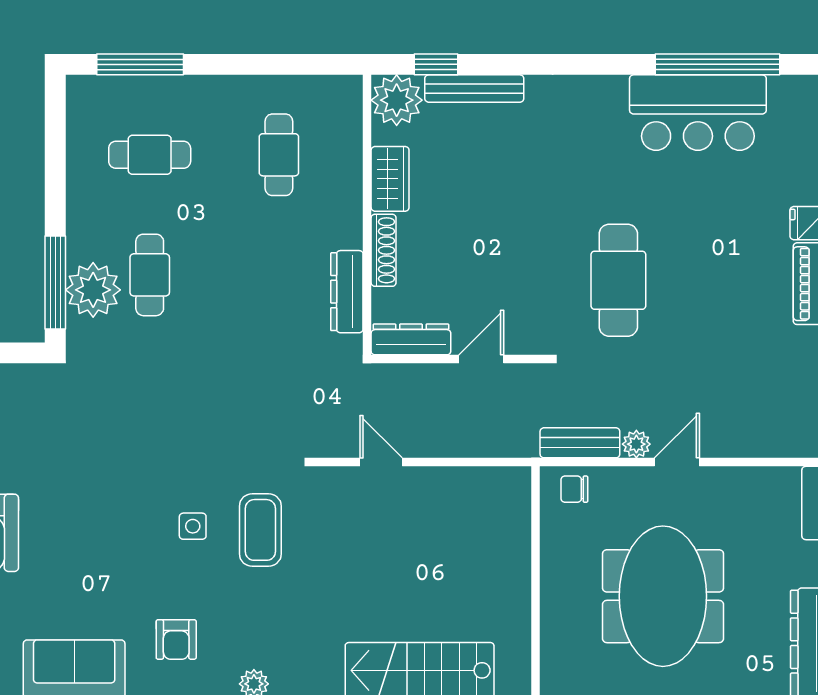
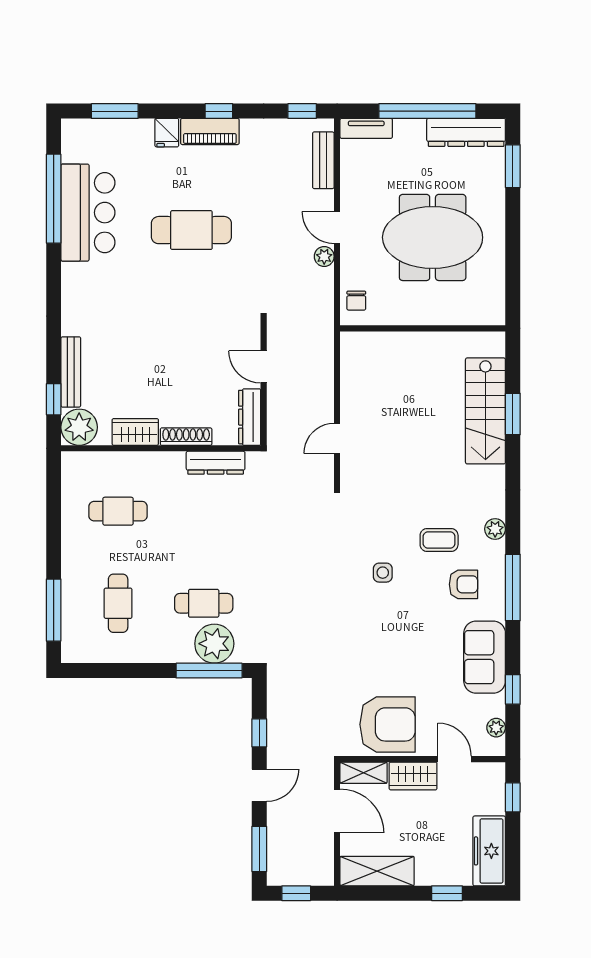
cafe table: (618, 280) -> (191, 230), moved
bench: (580, 443) -> (323, 160), moved
coffee table: (260, 530) -> (439, 540), moved, width x0.73, depth x0.77

